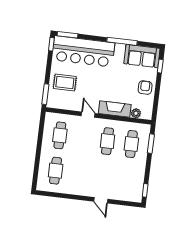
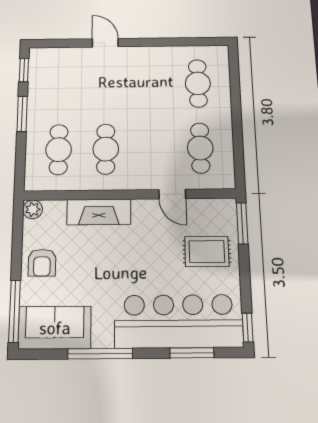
window: (68, 35) -> (192, 353), moved
window: (160, 66) -> (14, 311), width x2.17
plant: (136, 113) -> (33, 209), moved
door: (88, 115) -> (172, 194), moved
window: (151, 144) -> (22, 114), moved

